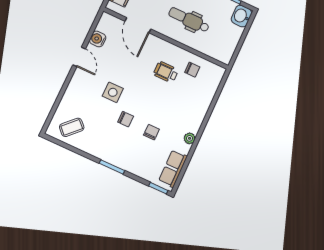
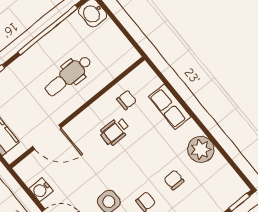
plant: (190, 138) -> (201, 149), width x1.88, depth x1.88
row of seats: (173, 169) -> (170, 107), moved

